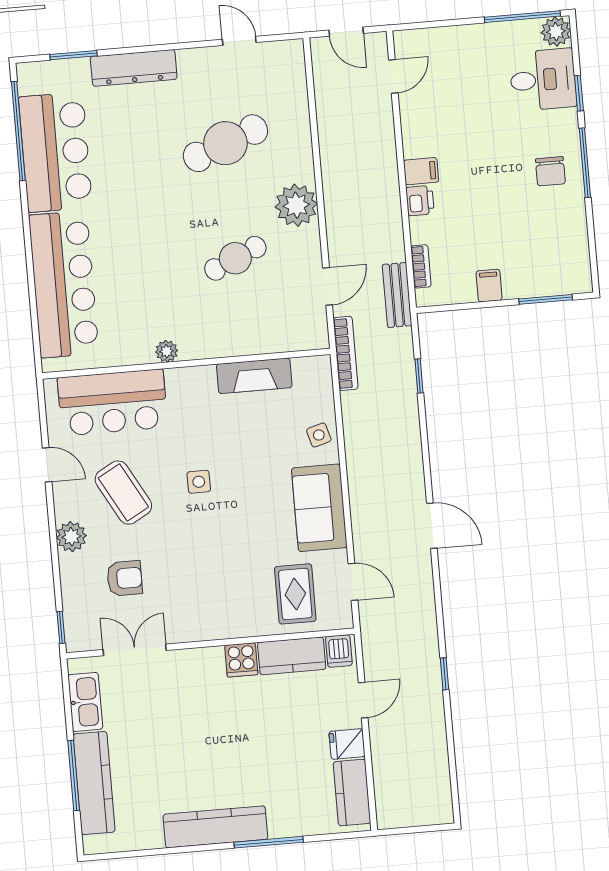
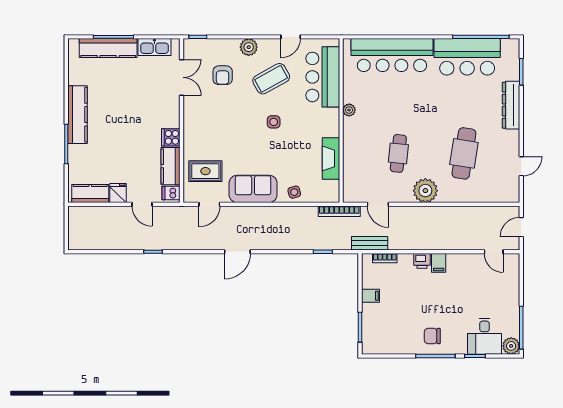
cafe table: (225, 143) -> (464, 153), turned 30
cafe table: (235, 258) -> (398, 153), turned 30

